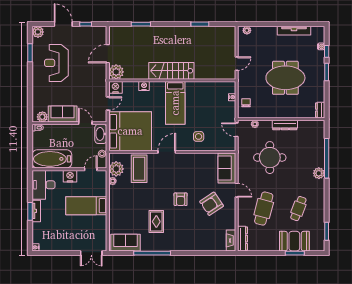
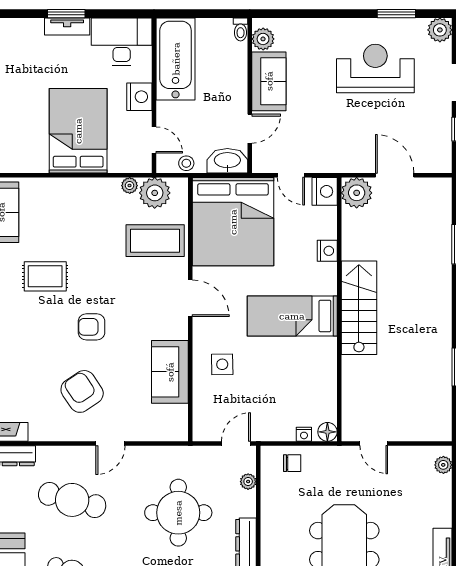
floor lamp: (231, 86) -> (327, 432), added
sofa: (227, 168) -> (170, 372), moved, turned -90
bed: (86, 206) -> (78, 131), width x1.50

